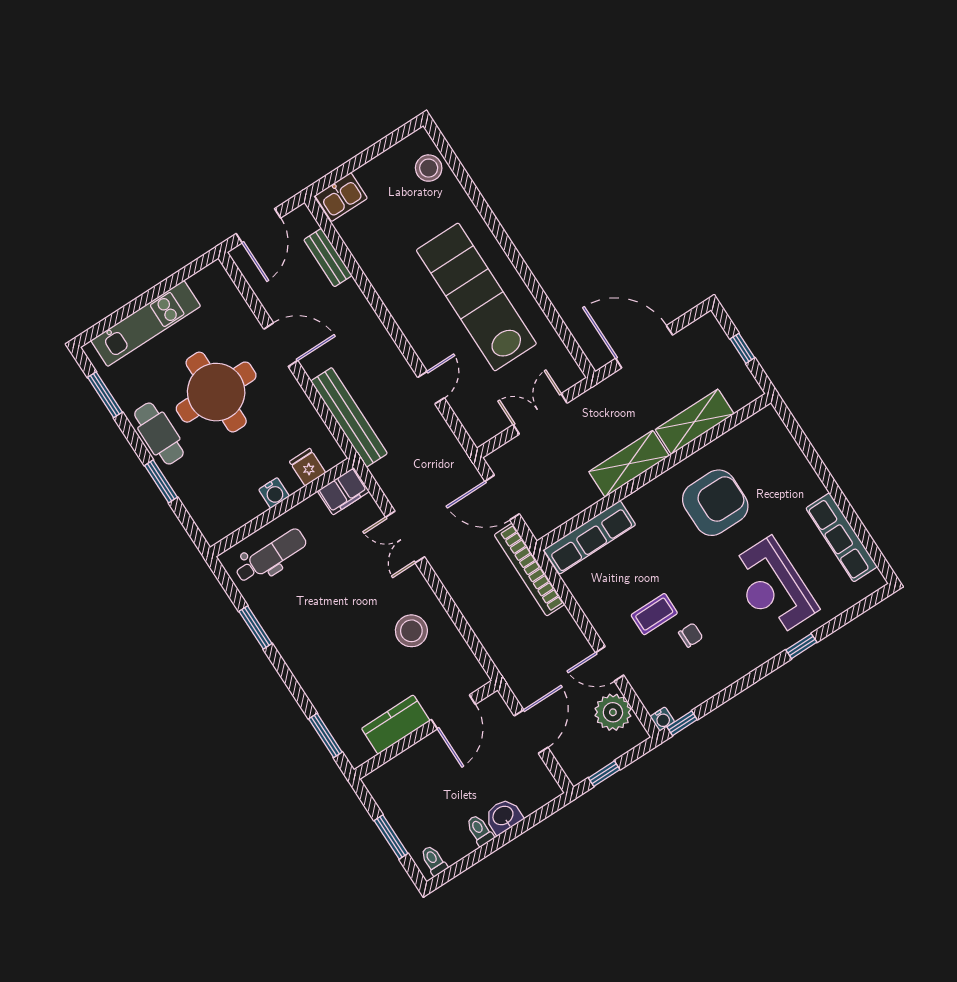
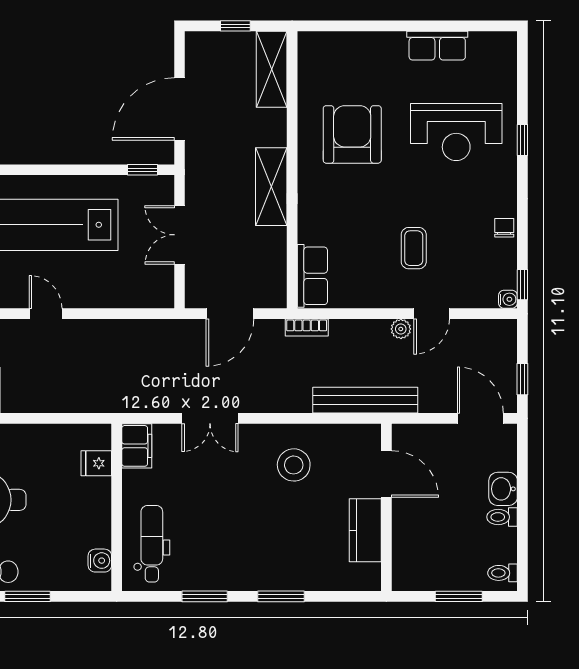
window: (574, 349) -> (142, 170), added
door: (431, 388) -> (46, 314), moved
bench: (349, 417) -> (365, 400), moved
shelving: (695, 422) -> (272, 69), moved
water cooler: (274, 493) -> (100, 561), moved
row of seats: (590, 537) -> (312, 276), width x0.68
row of seats: (842, 537) -> (437, 46), width x0.68
bookcase: (529, 570) -> (307, 328), width x0.43, depth x0.76
chair: (691, 635) -> (504, 228), moved
plant: (613, 712) -> (401, 329), moved, width x0.53, depth x0.53
door: (531, 732) -> (480, 418), moved
window: (325, 736) -> (281, 596), moved

